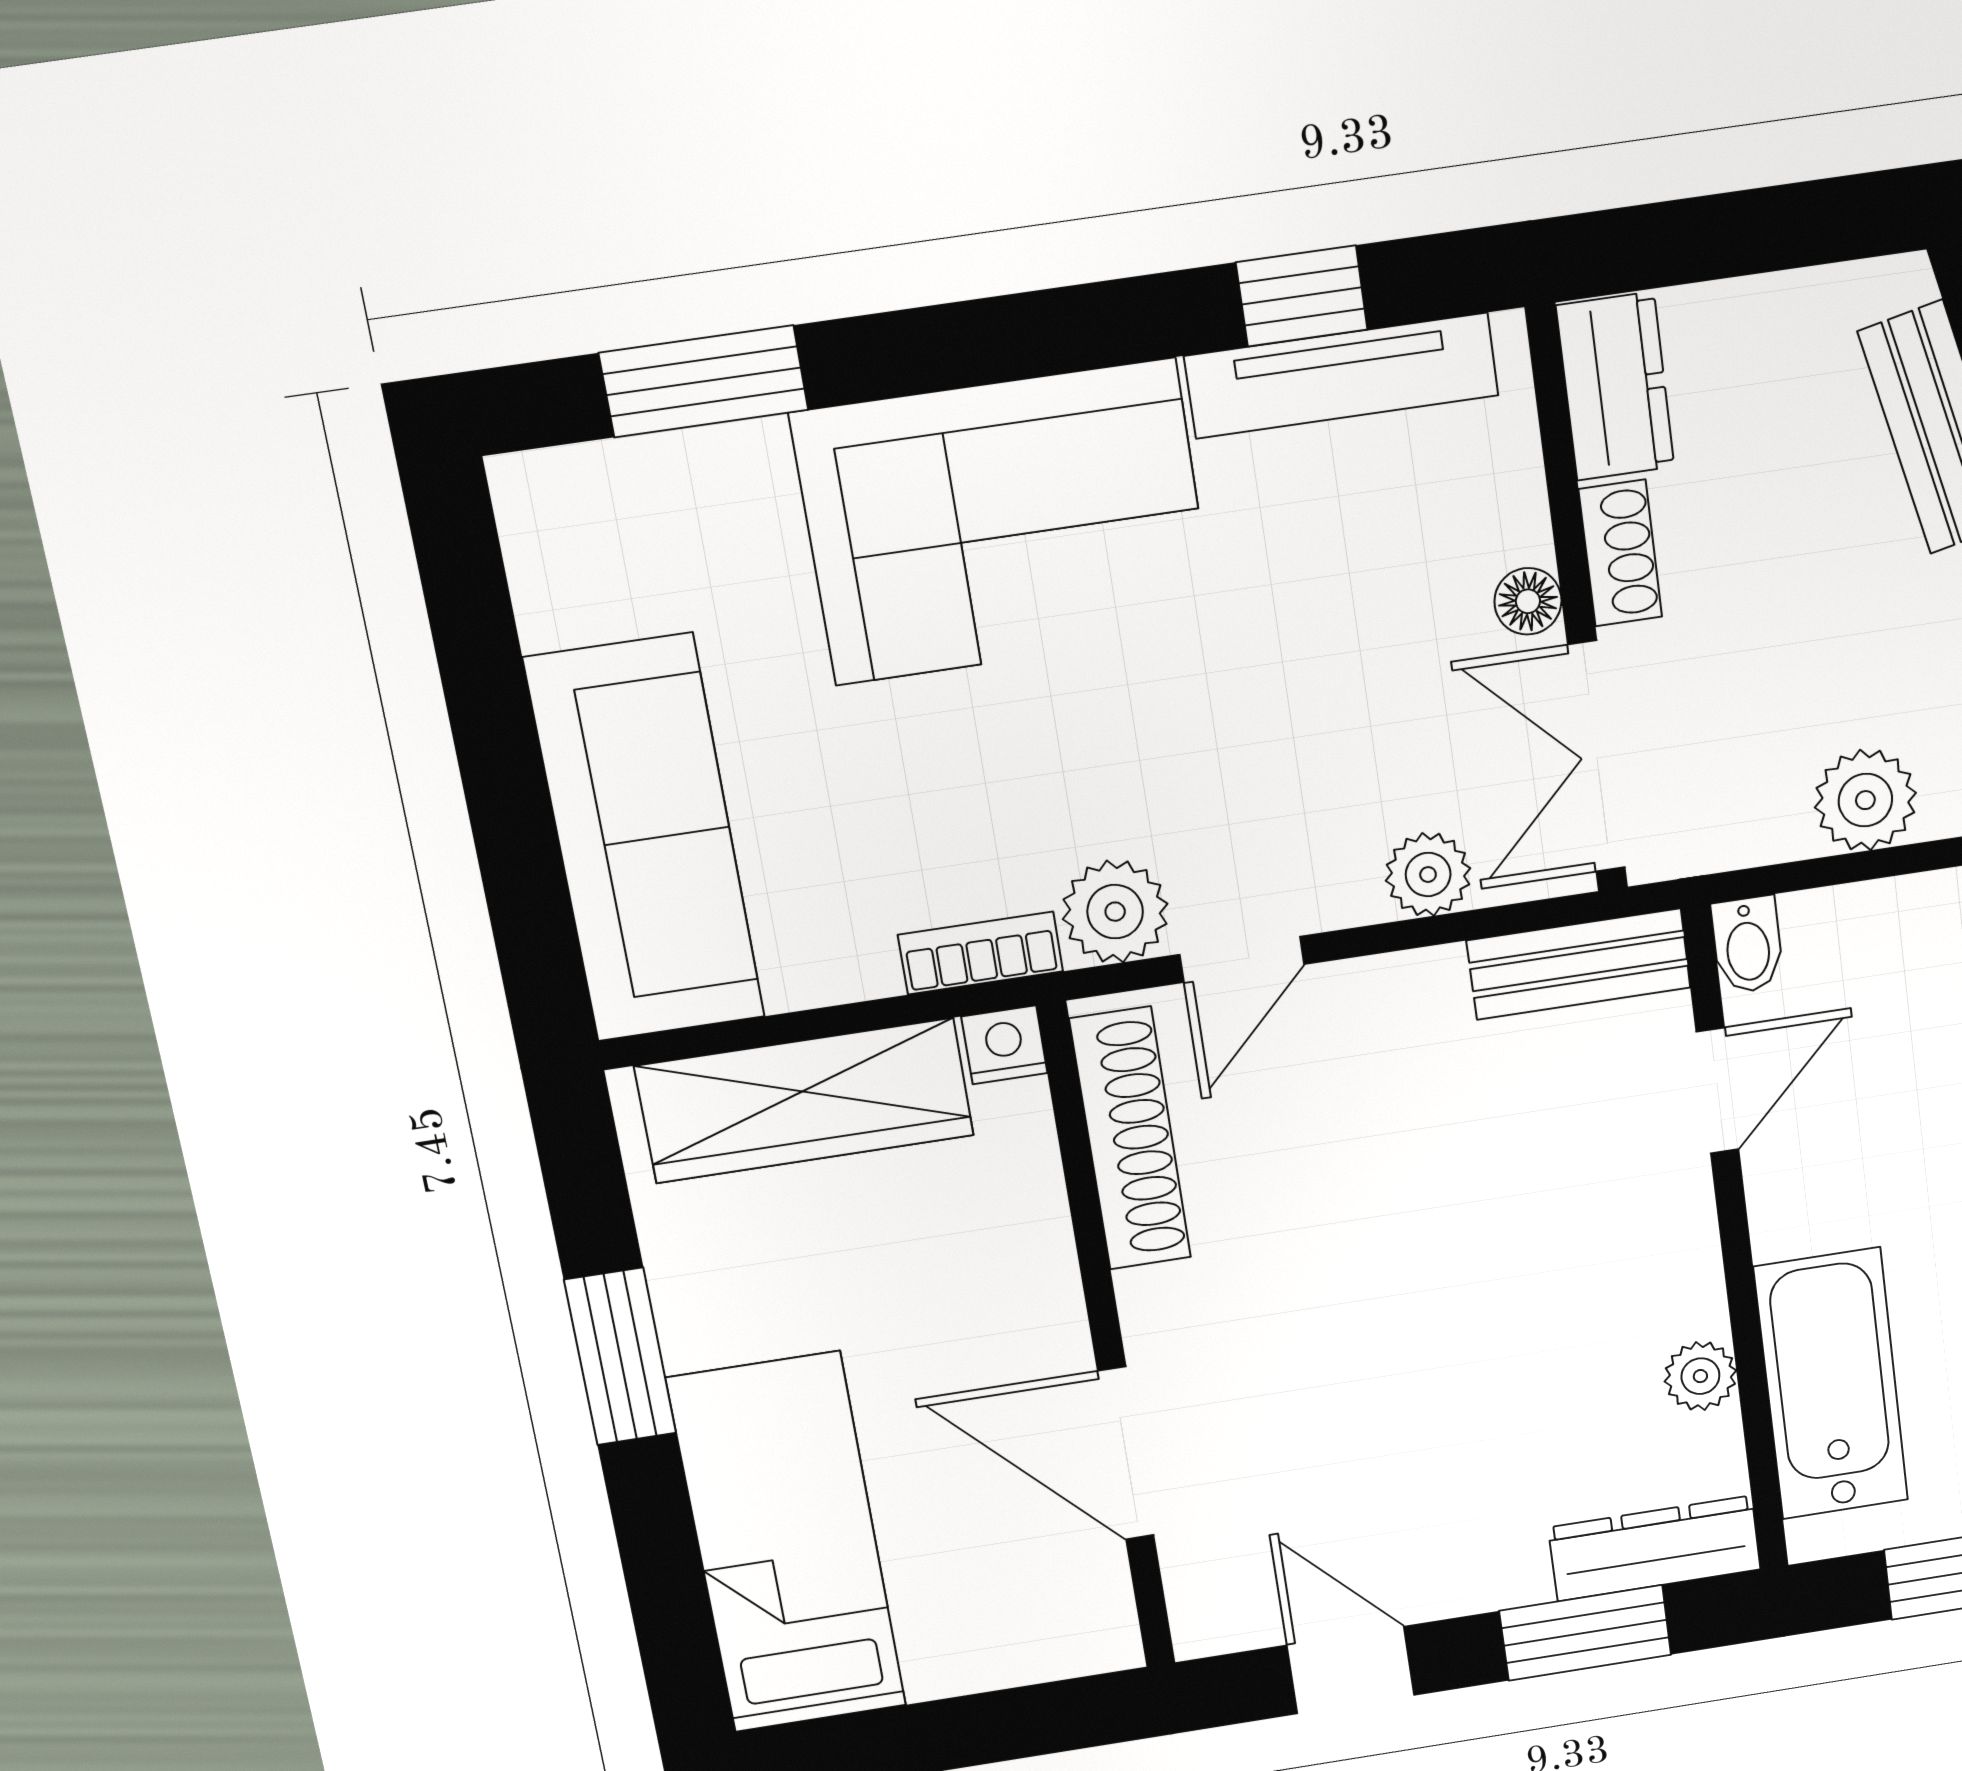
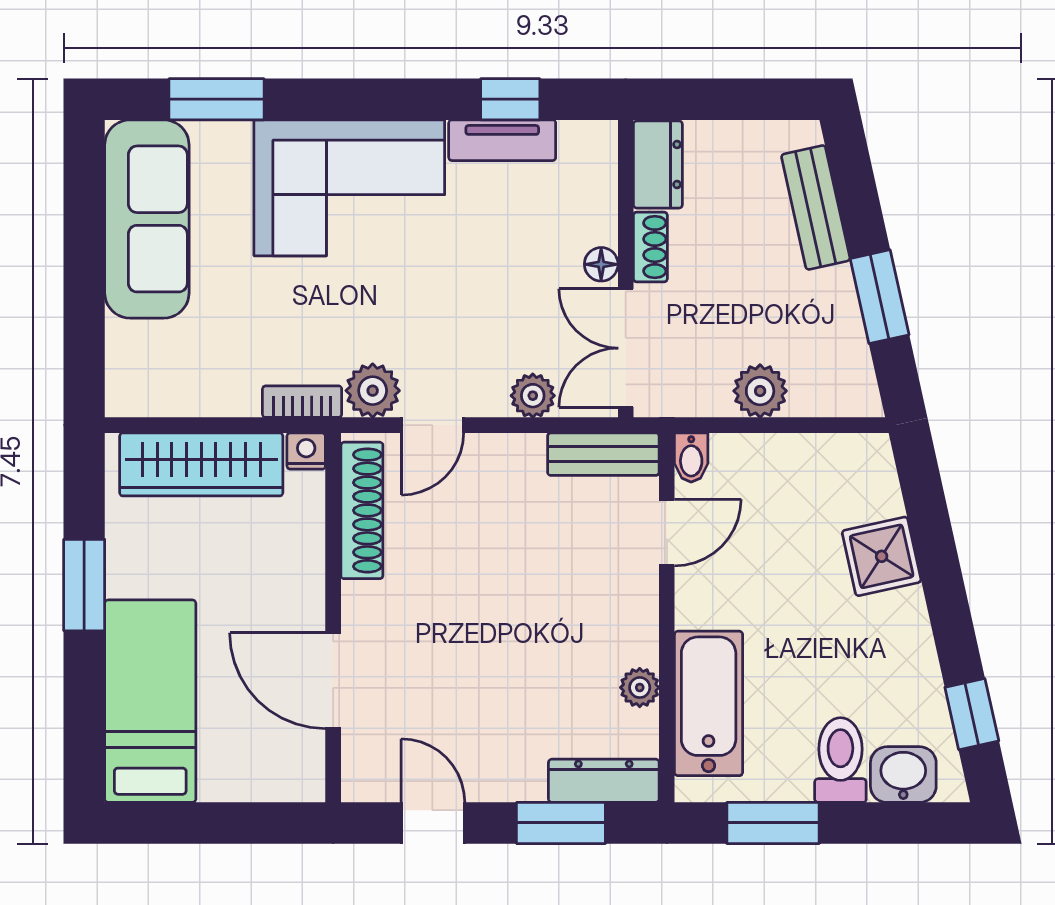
tv unit: (1342, 376) -> (502, 140), width x0.71
sofa: (645, 839) -> (147, 219), moved

